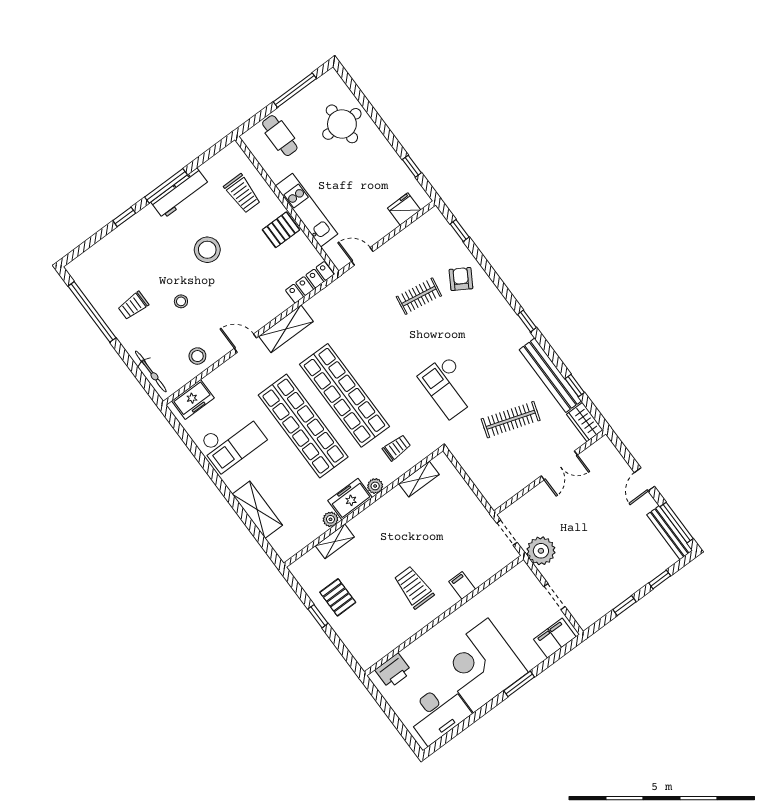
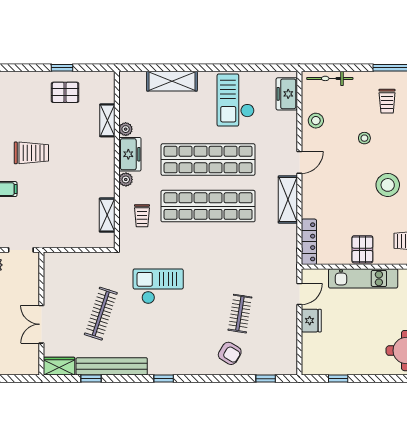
fridge: (404, 209) -> (311, 321), moved
trolley: (133, 306) -> (387, 101), turned 180

